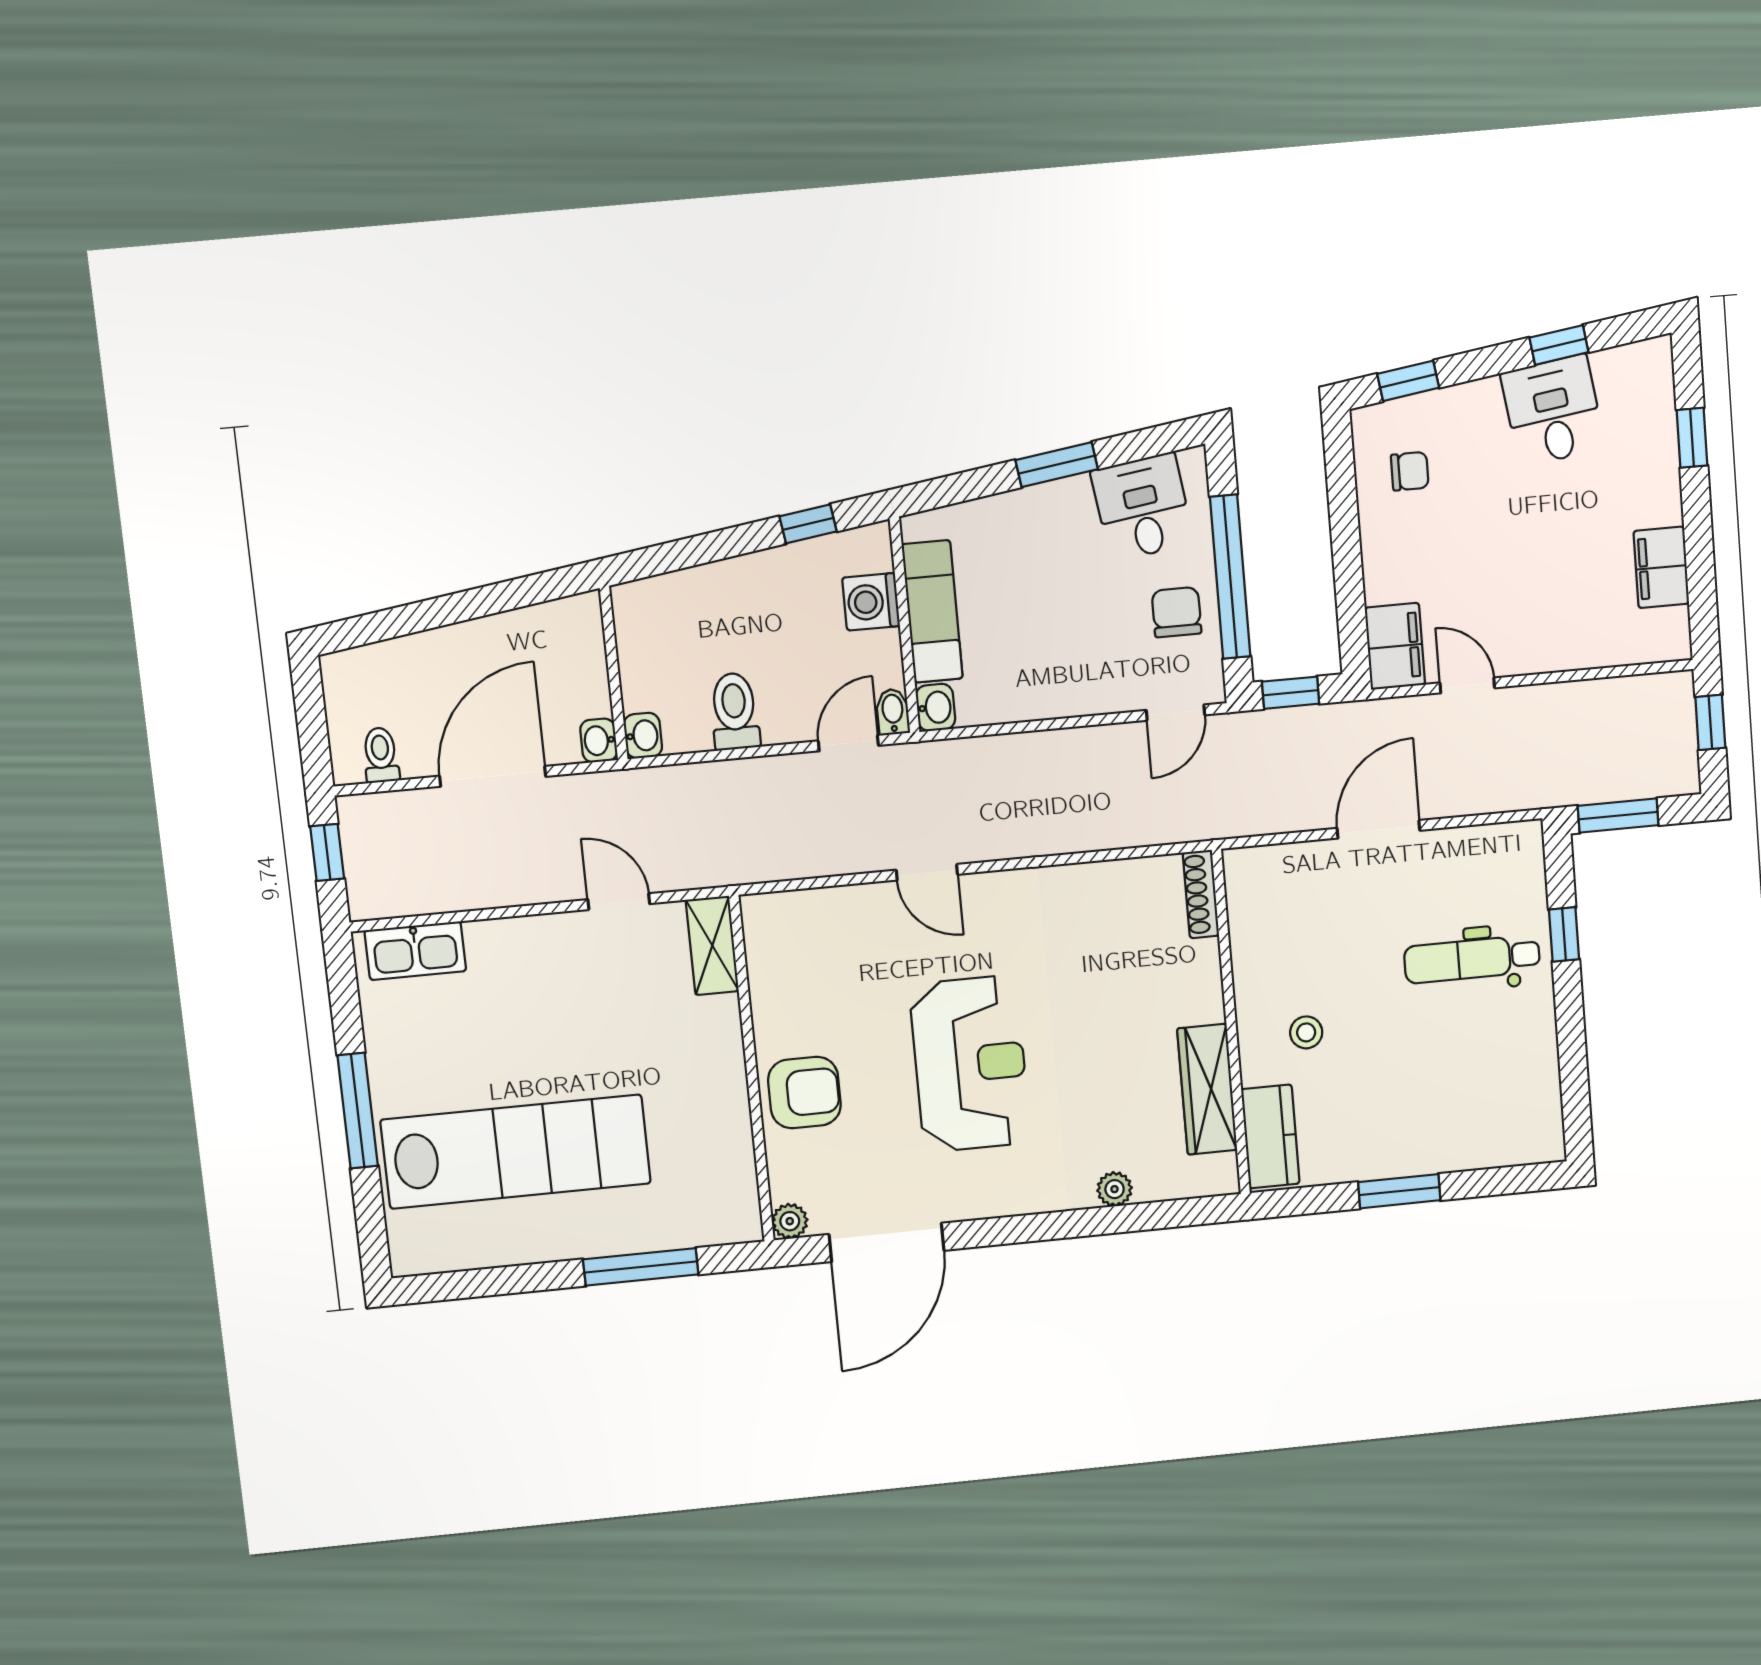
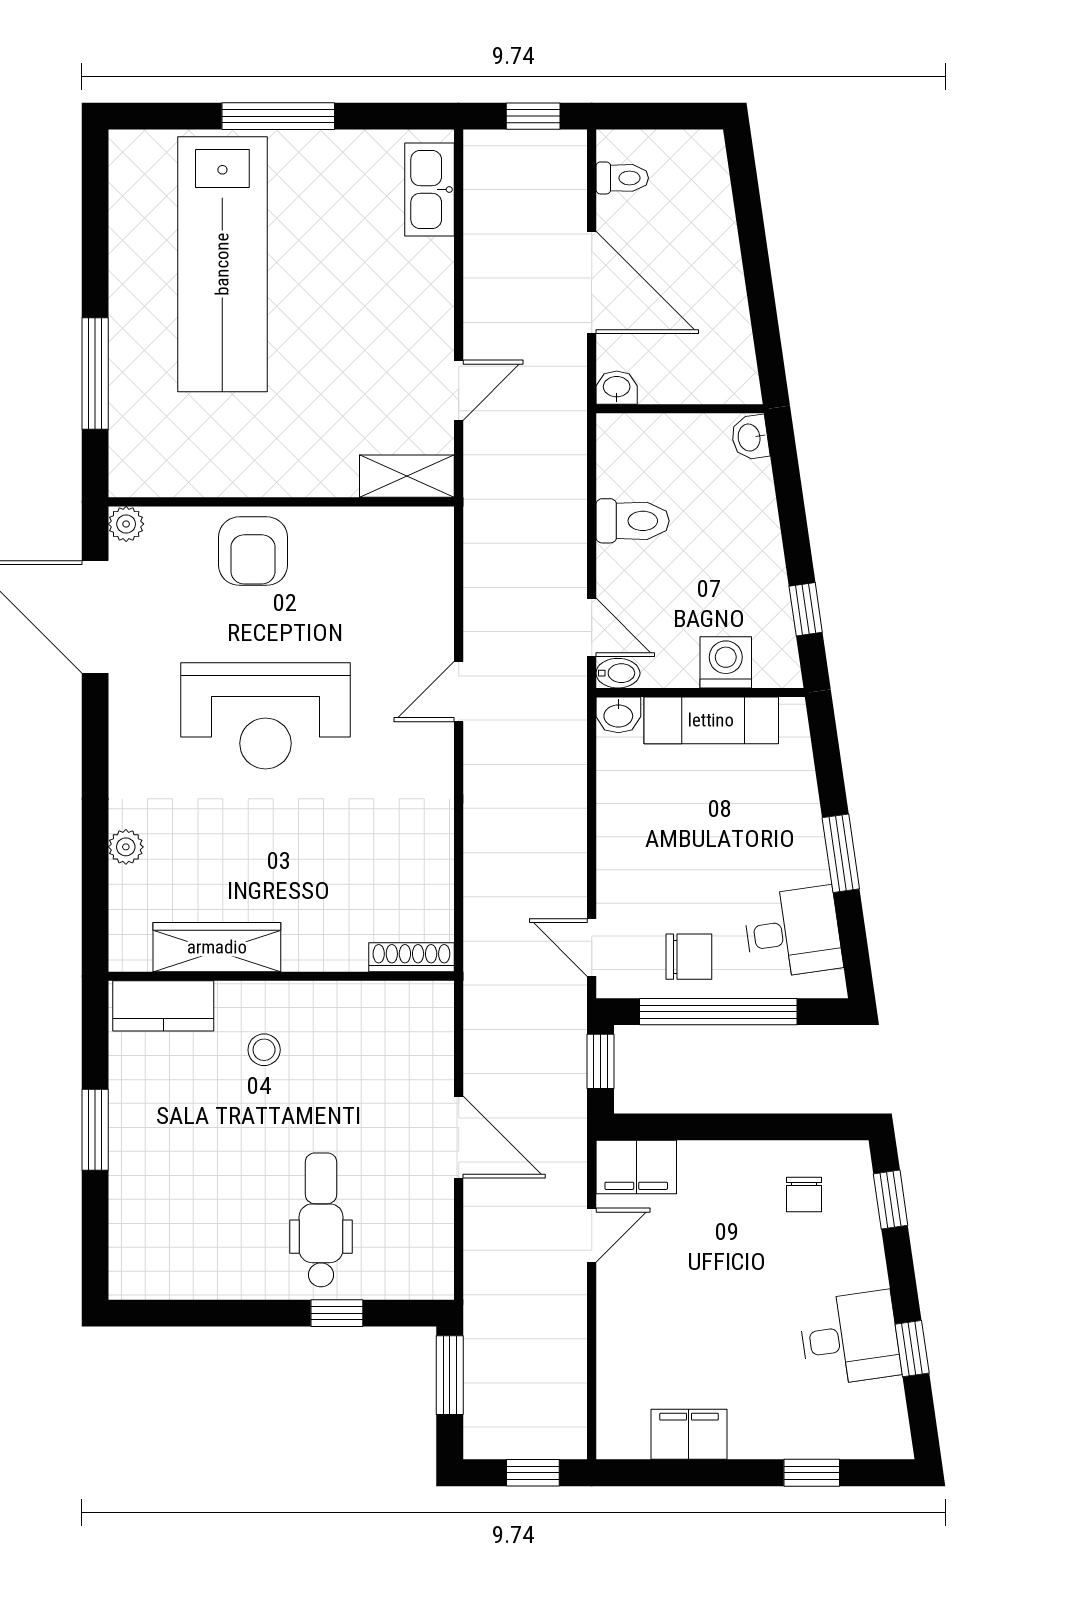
washbasin: (643, 736) -> (750, 437), moved, turned 82

